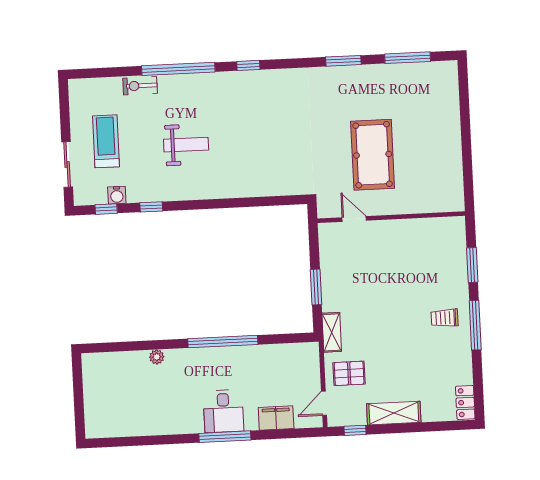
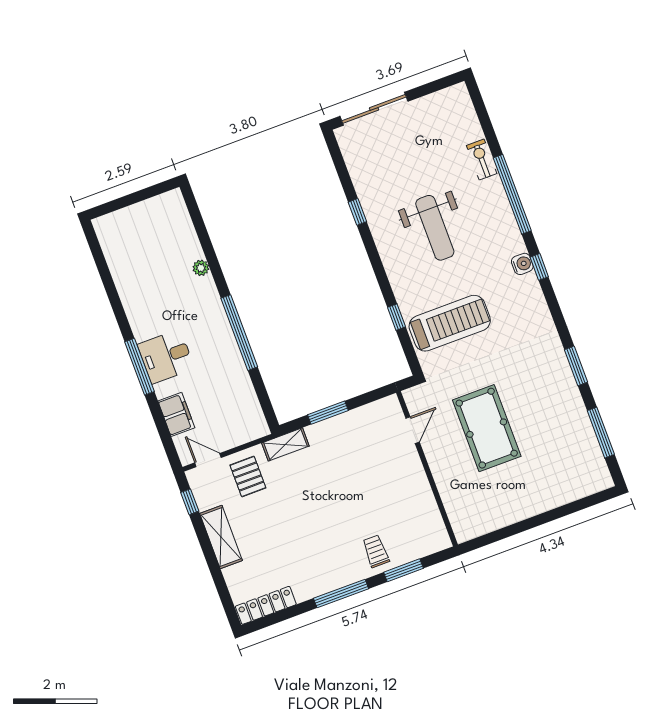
treadmill: (106, 141) -> (450, 323), moved, width x1.37, depth x1.38
weight bench: (186, 145) -> (435, 228), width x1.36, depth x1.33
pool table: (373, 155) -> (487, 428), turned 90
sliding door: (67, 165) -> (374, 109), width x1.37
water cooler: (117, 195) -> (522, 264), moved, turned 180
window: (106, 209) -> (397, 317), moved
trolley: (445, 318) -> (376, 551), moved
locker: (465, 402) -> (266, 605), width x1.53

